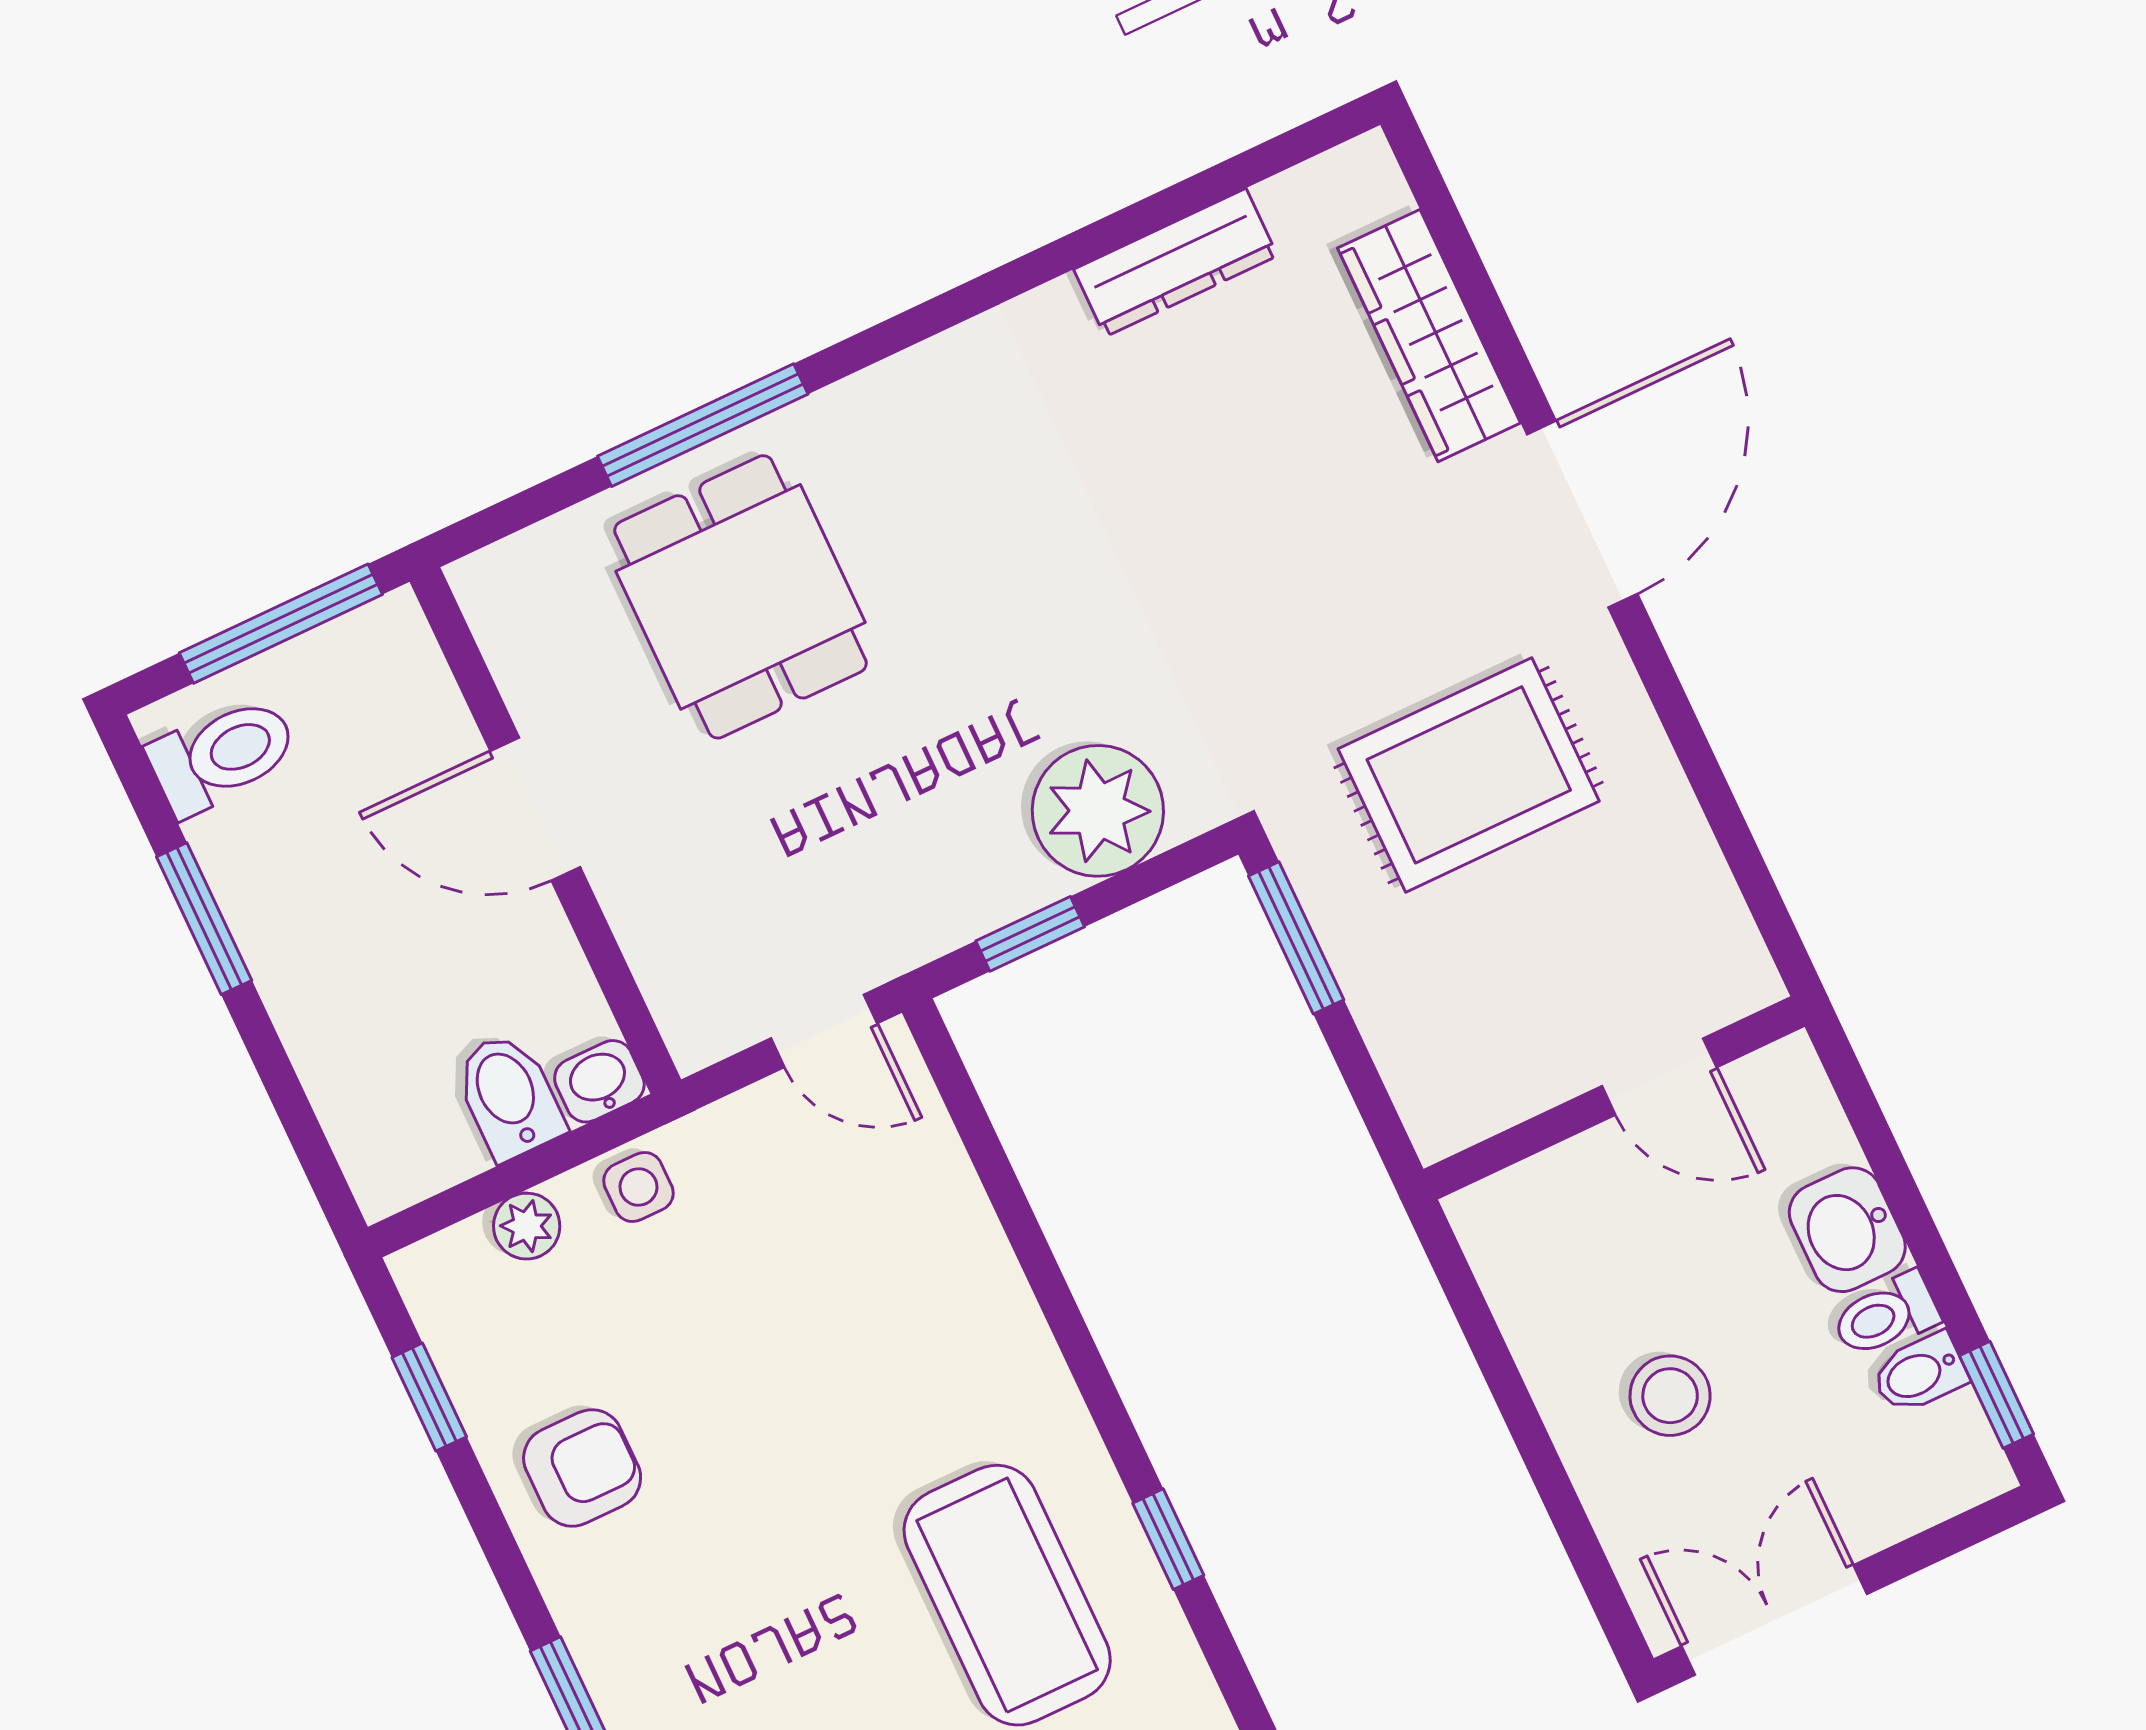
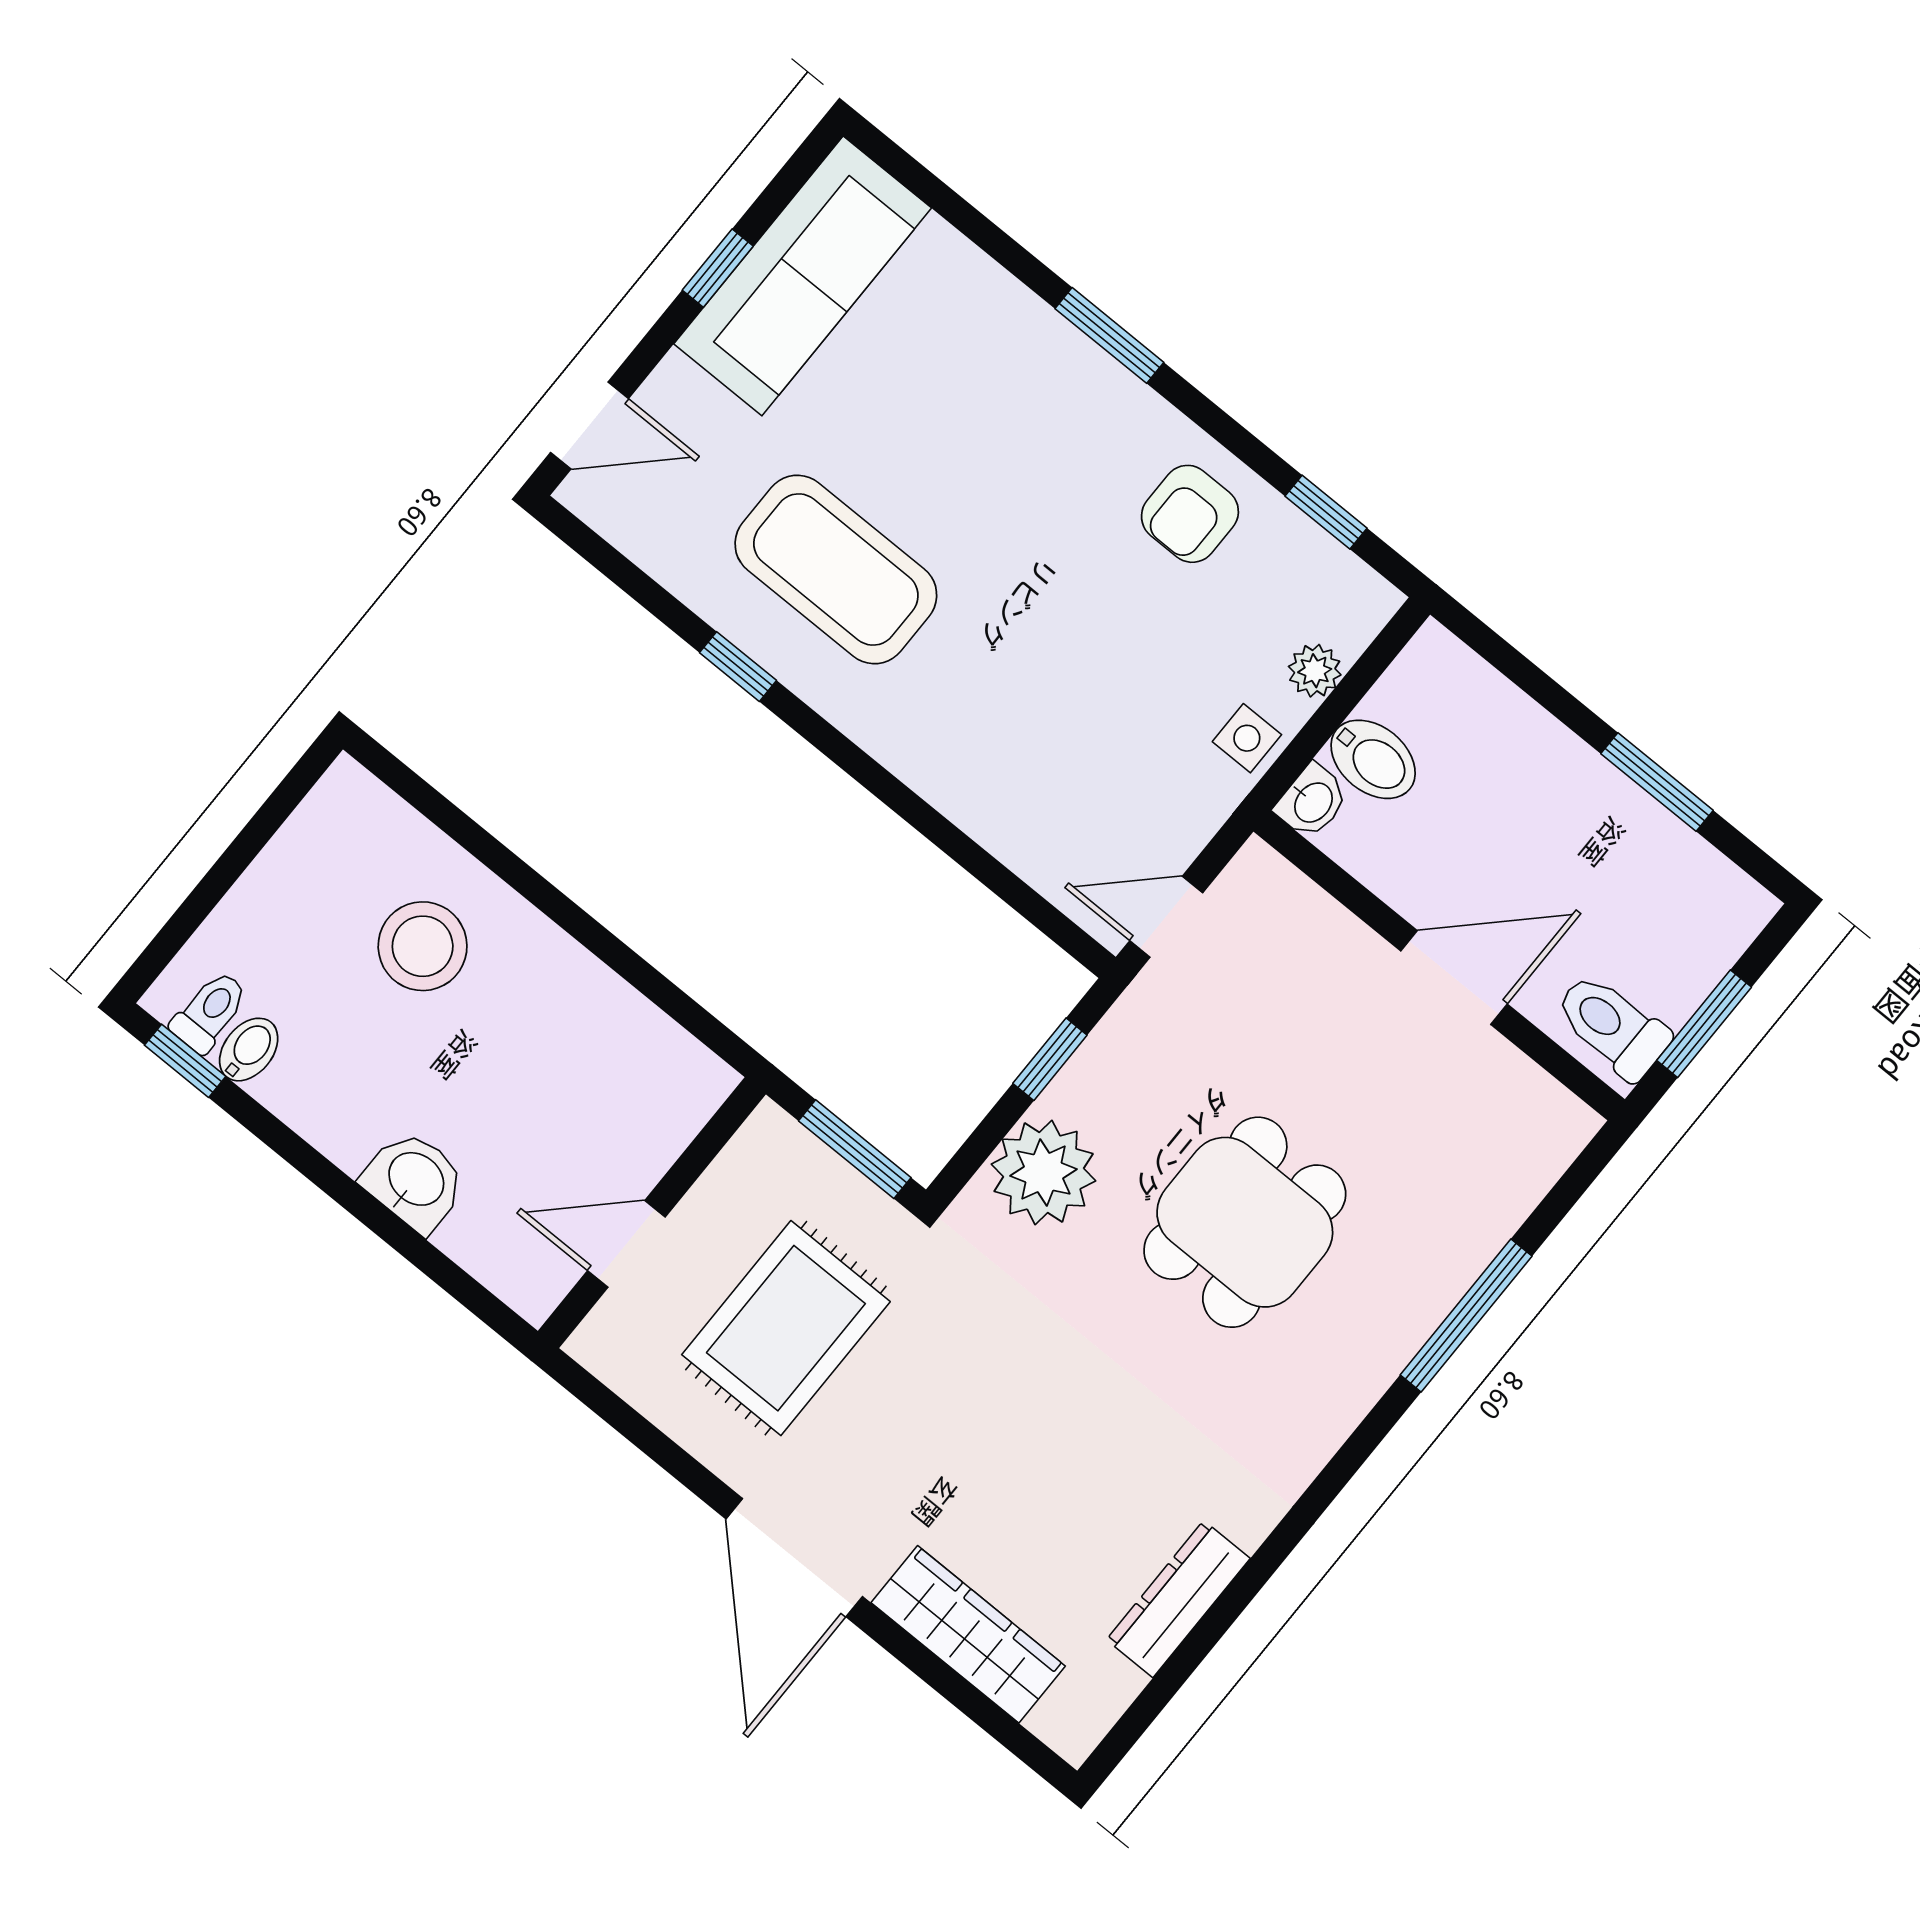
dining table: (740, 597) -> (1245, 1222), moved, turned 90
window: (281, 624) -> (1704, 1024), width x0.69
toilet: (223, 755) -> (1612, 1026), moved, turned 90
door: (1659, 1077) -> (626, 1244), moved
wall: (1614, 1098) -> (652, 1213), moved
washbasin: (1847, 1230) -> (415, 1181), moved
toilet: (1886, 1315) -> (210, 1012), moved
stool: (1670, 1396) -> (423, 946), width x1.38, depth x1.38
double door: (1774, 1620) -> (268, 819), removed

